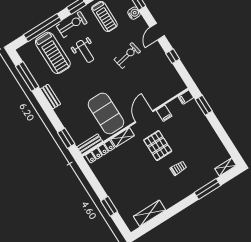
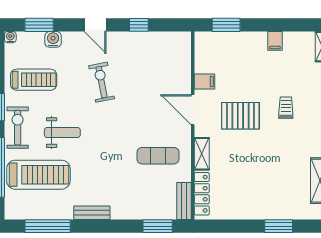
filing cabinet: (186, 97) -> (275, 41), moved
exercise mat: (106, 113) -> (158, 156), width x0.50, depth x0.69

